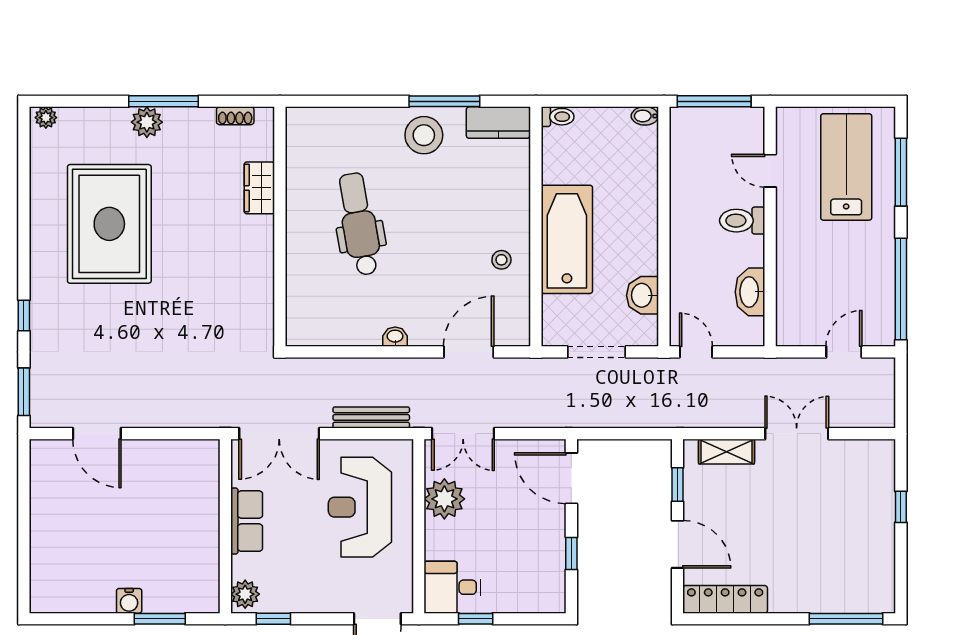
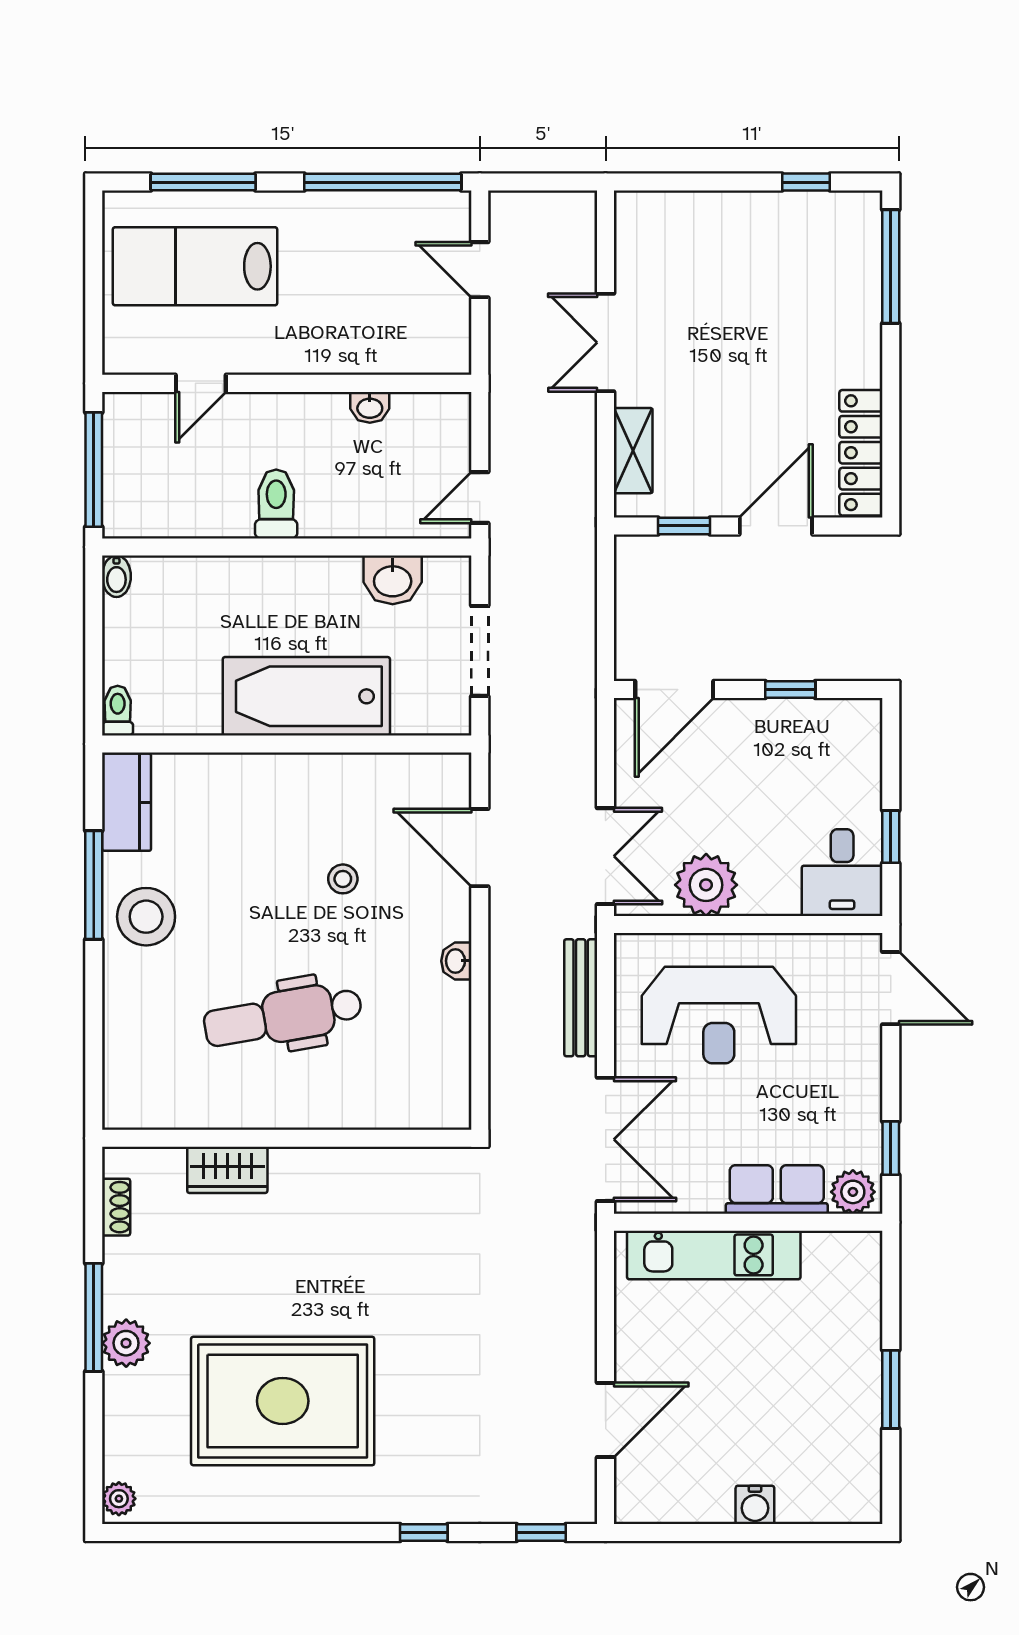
toilet: (742, 221) -> (276, 504), moved, turned 180
stool: (501, 260) -> (343, 879), moved
washbasin: (750, 292) -> (370, 407), width x0.52, depth x0.69
window: (24, 392) -> (541, 1533), width x0.67
kitchen unit: (204, 504) -> (714, 1255), added
window: (901, 507) -> (806, 182), moved
row of seats: (247, 521) -> (777, 1189), moved
water cooler: (129, 601) -> (755, 1505), moved, turned 90
window: (160, 619) -> (891, 1389), moved

